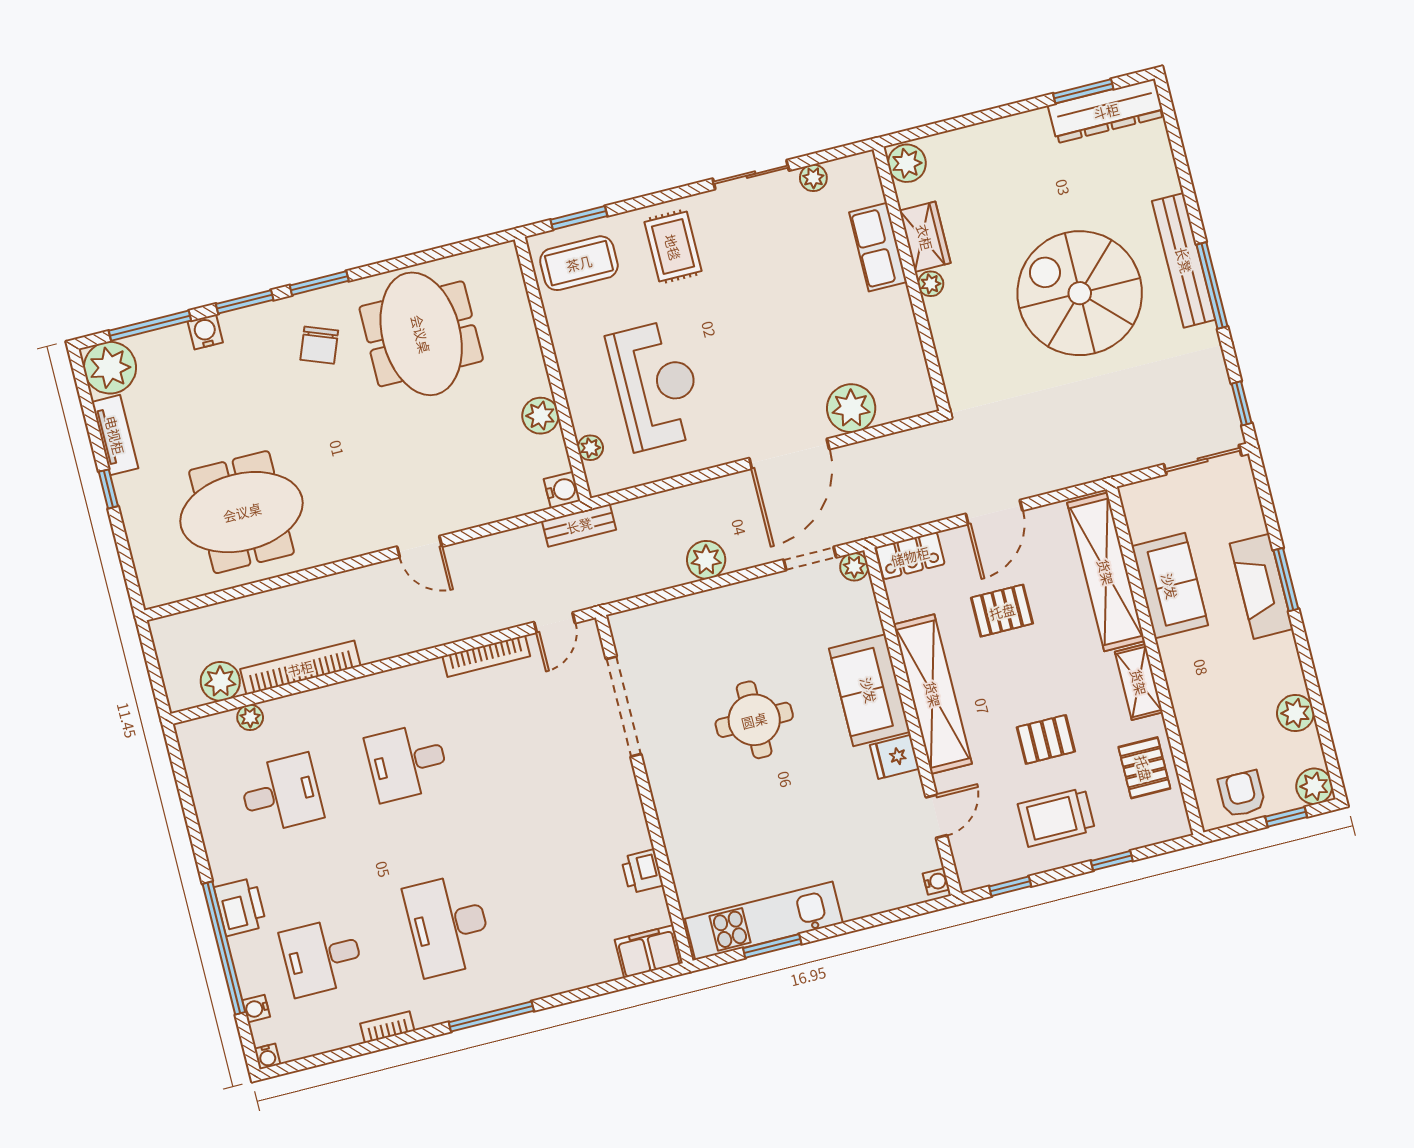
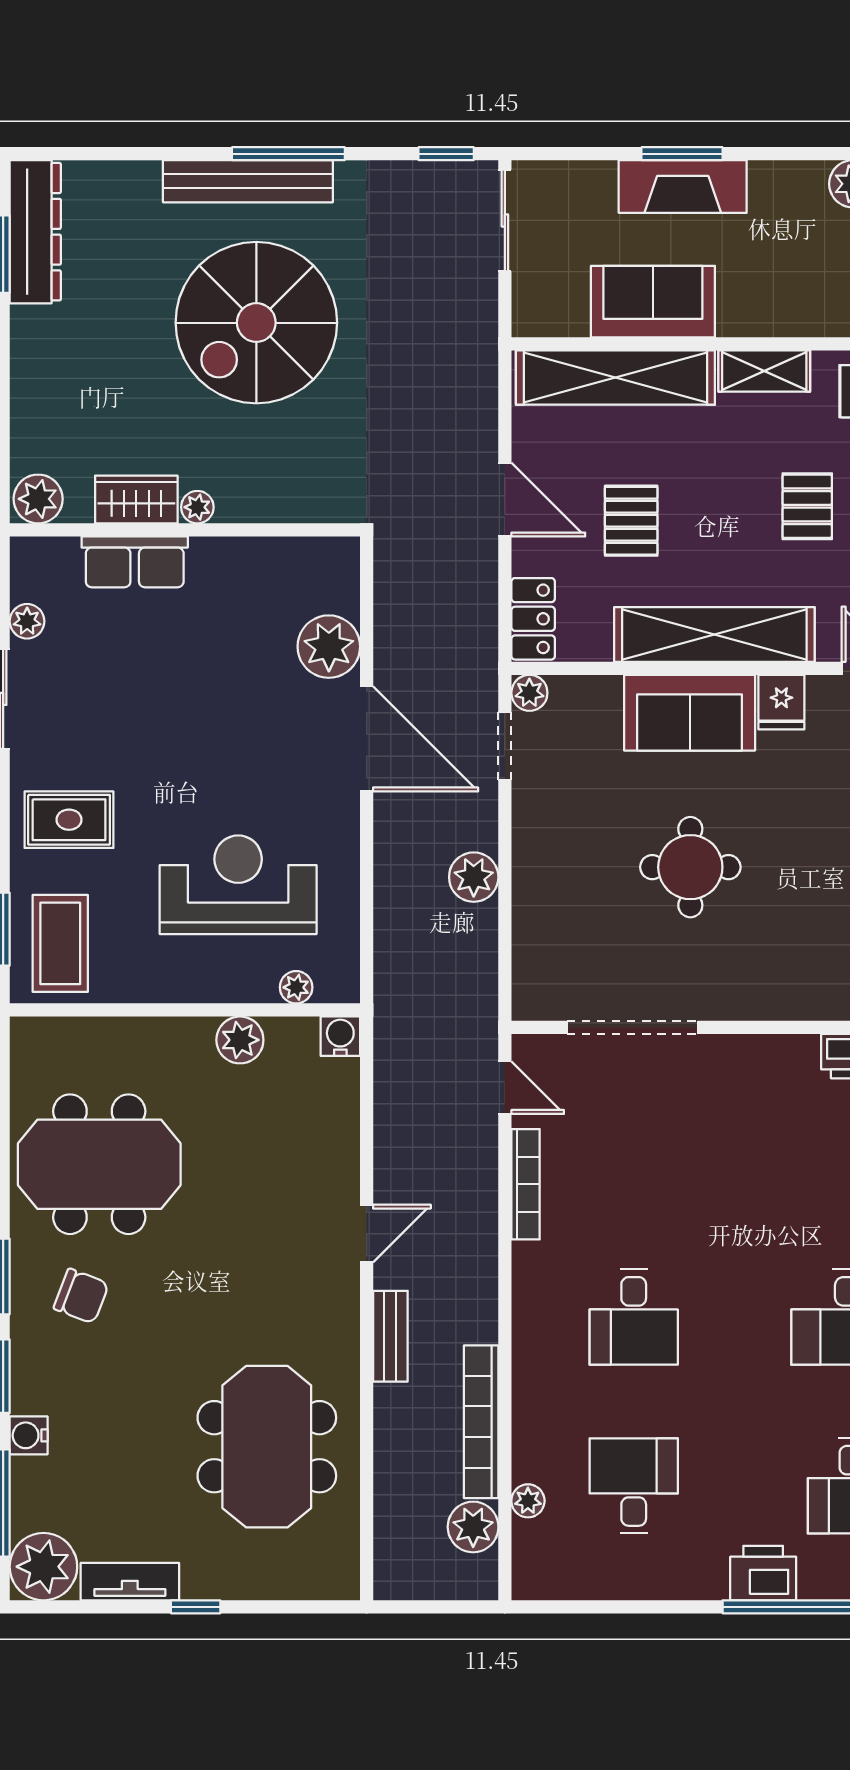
bench: (579, 525) -> (390, 1336), moved

